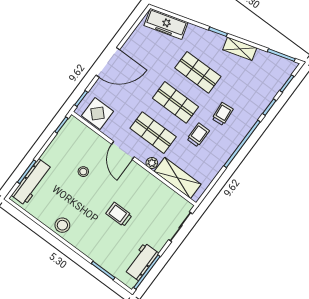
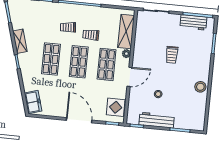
freezer: (166, 24) -> (33, 102), width x0.71
workbench: (32, 182) -> (157, 120), moved

